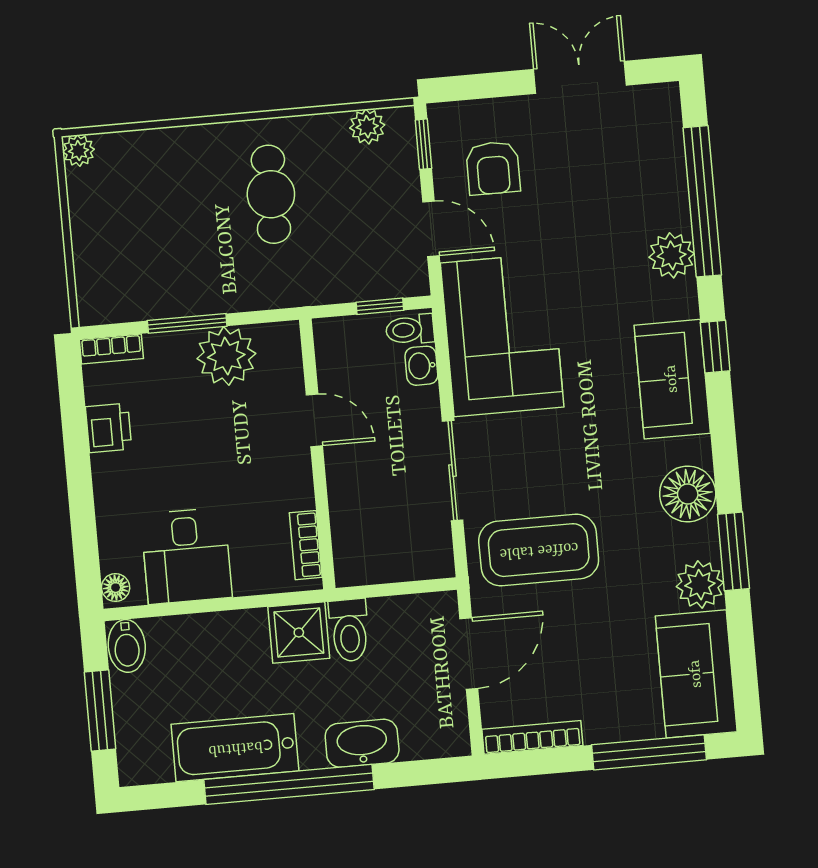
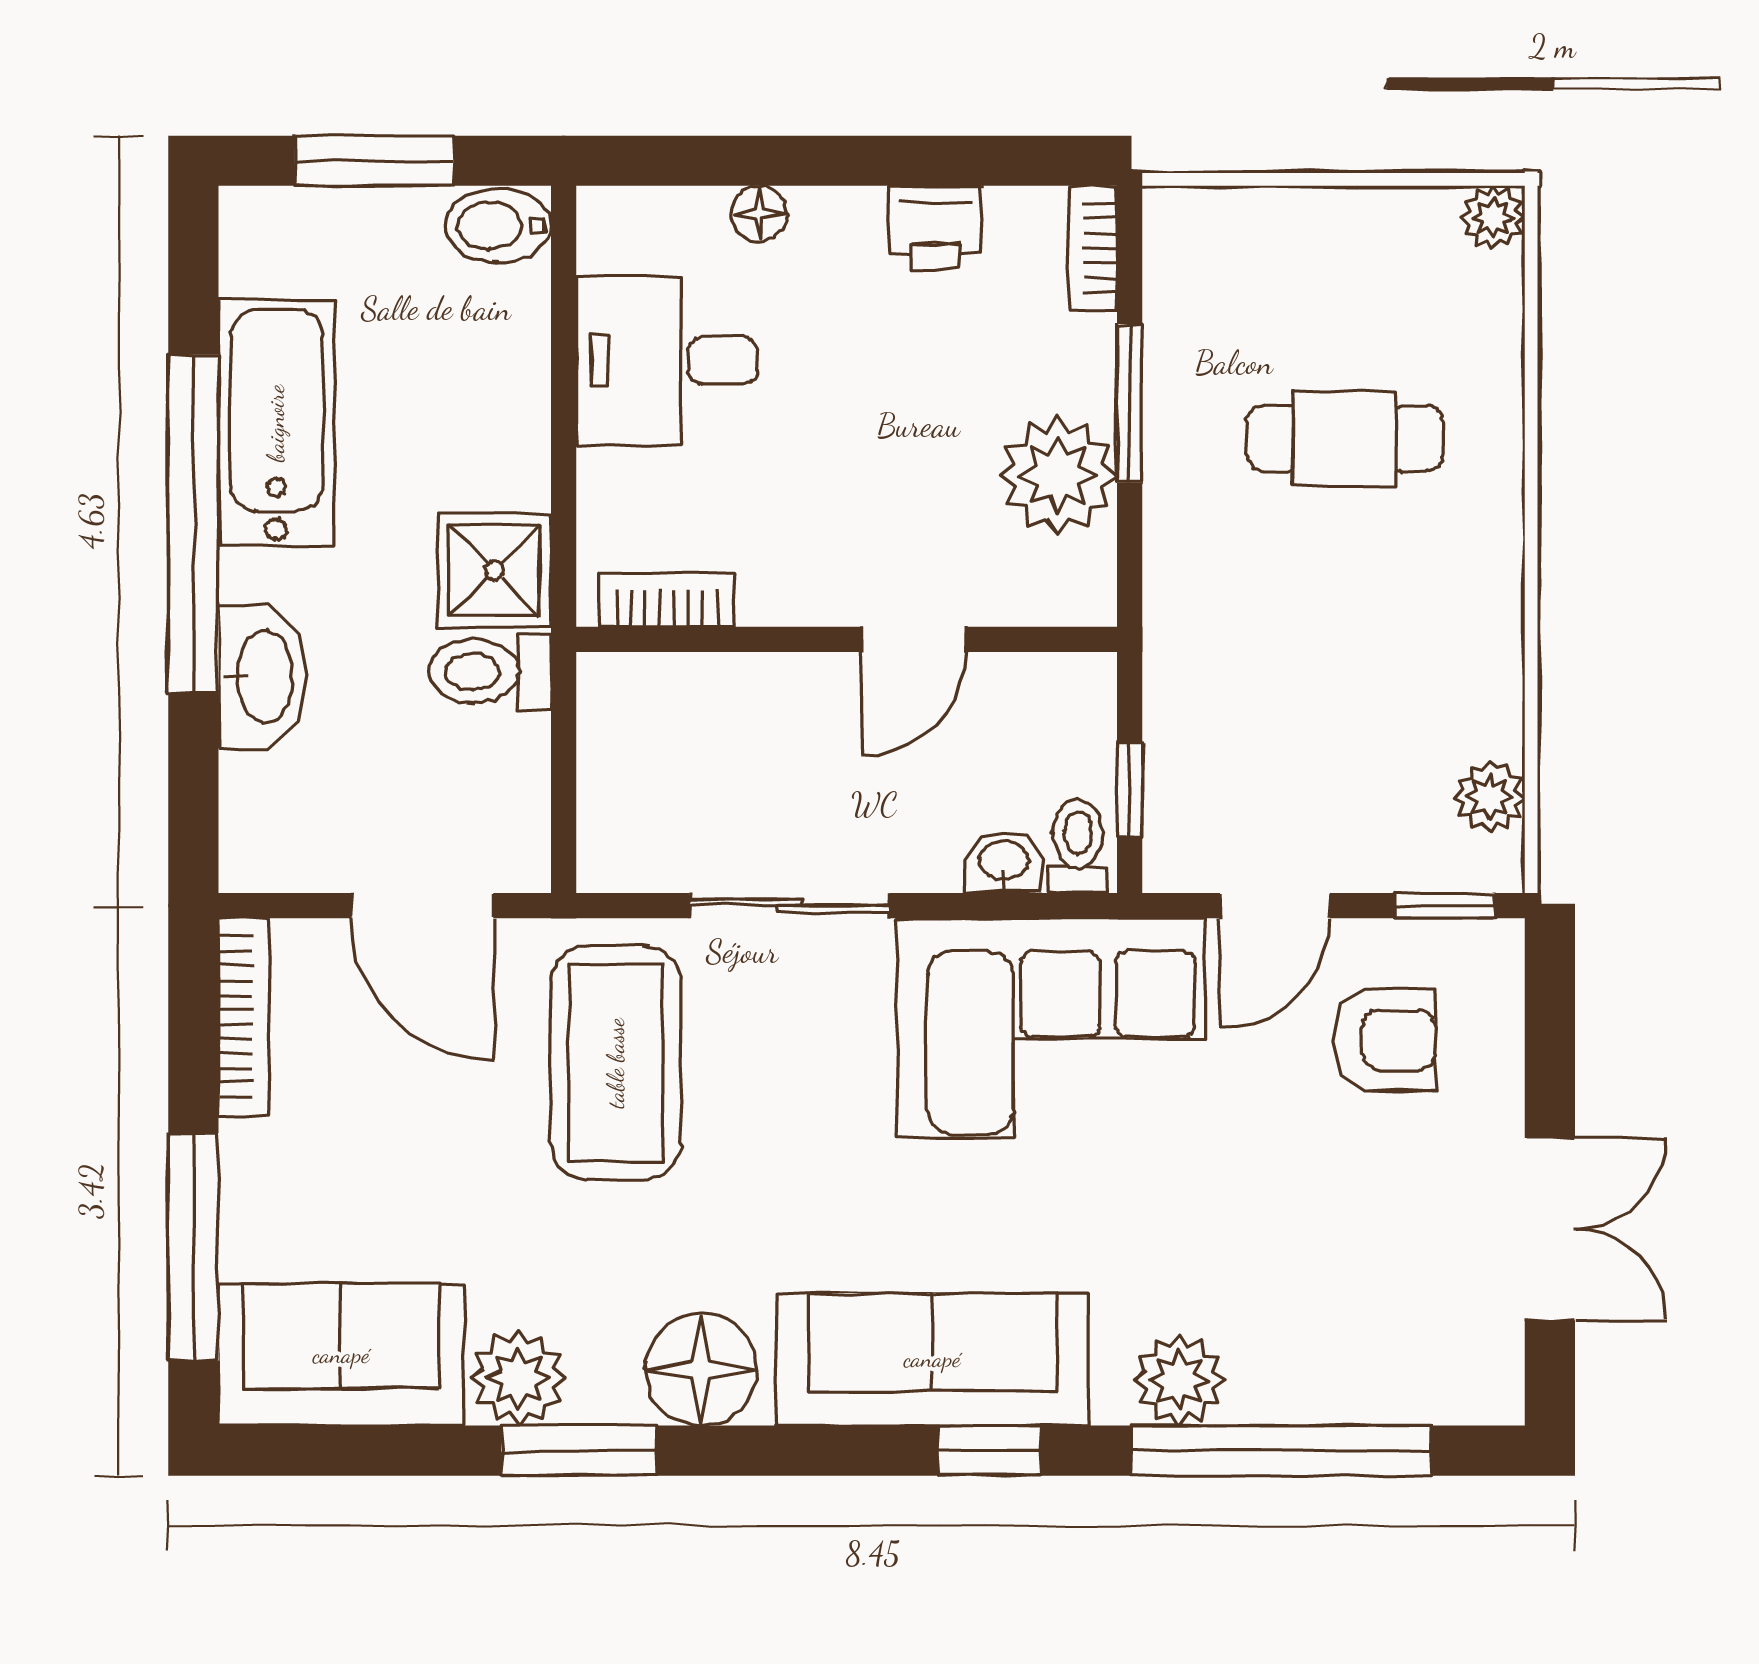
armchair: (493, 168) -> (1385, 1040), turned 180
cafe table: (271, 194) -> (1345, 438), moved
sofa: (672, 379) -> (932, 1359), width x1.36
floor lamp: (116, 588) -> (760, 214), moved

